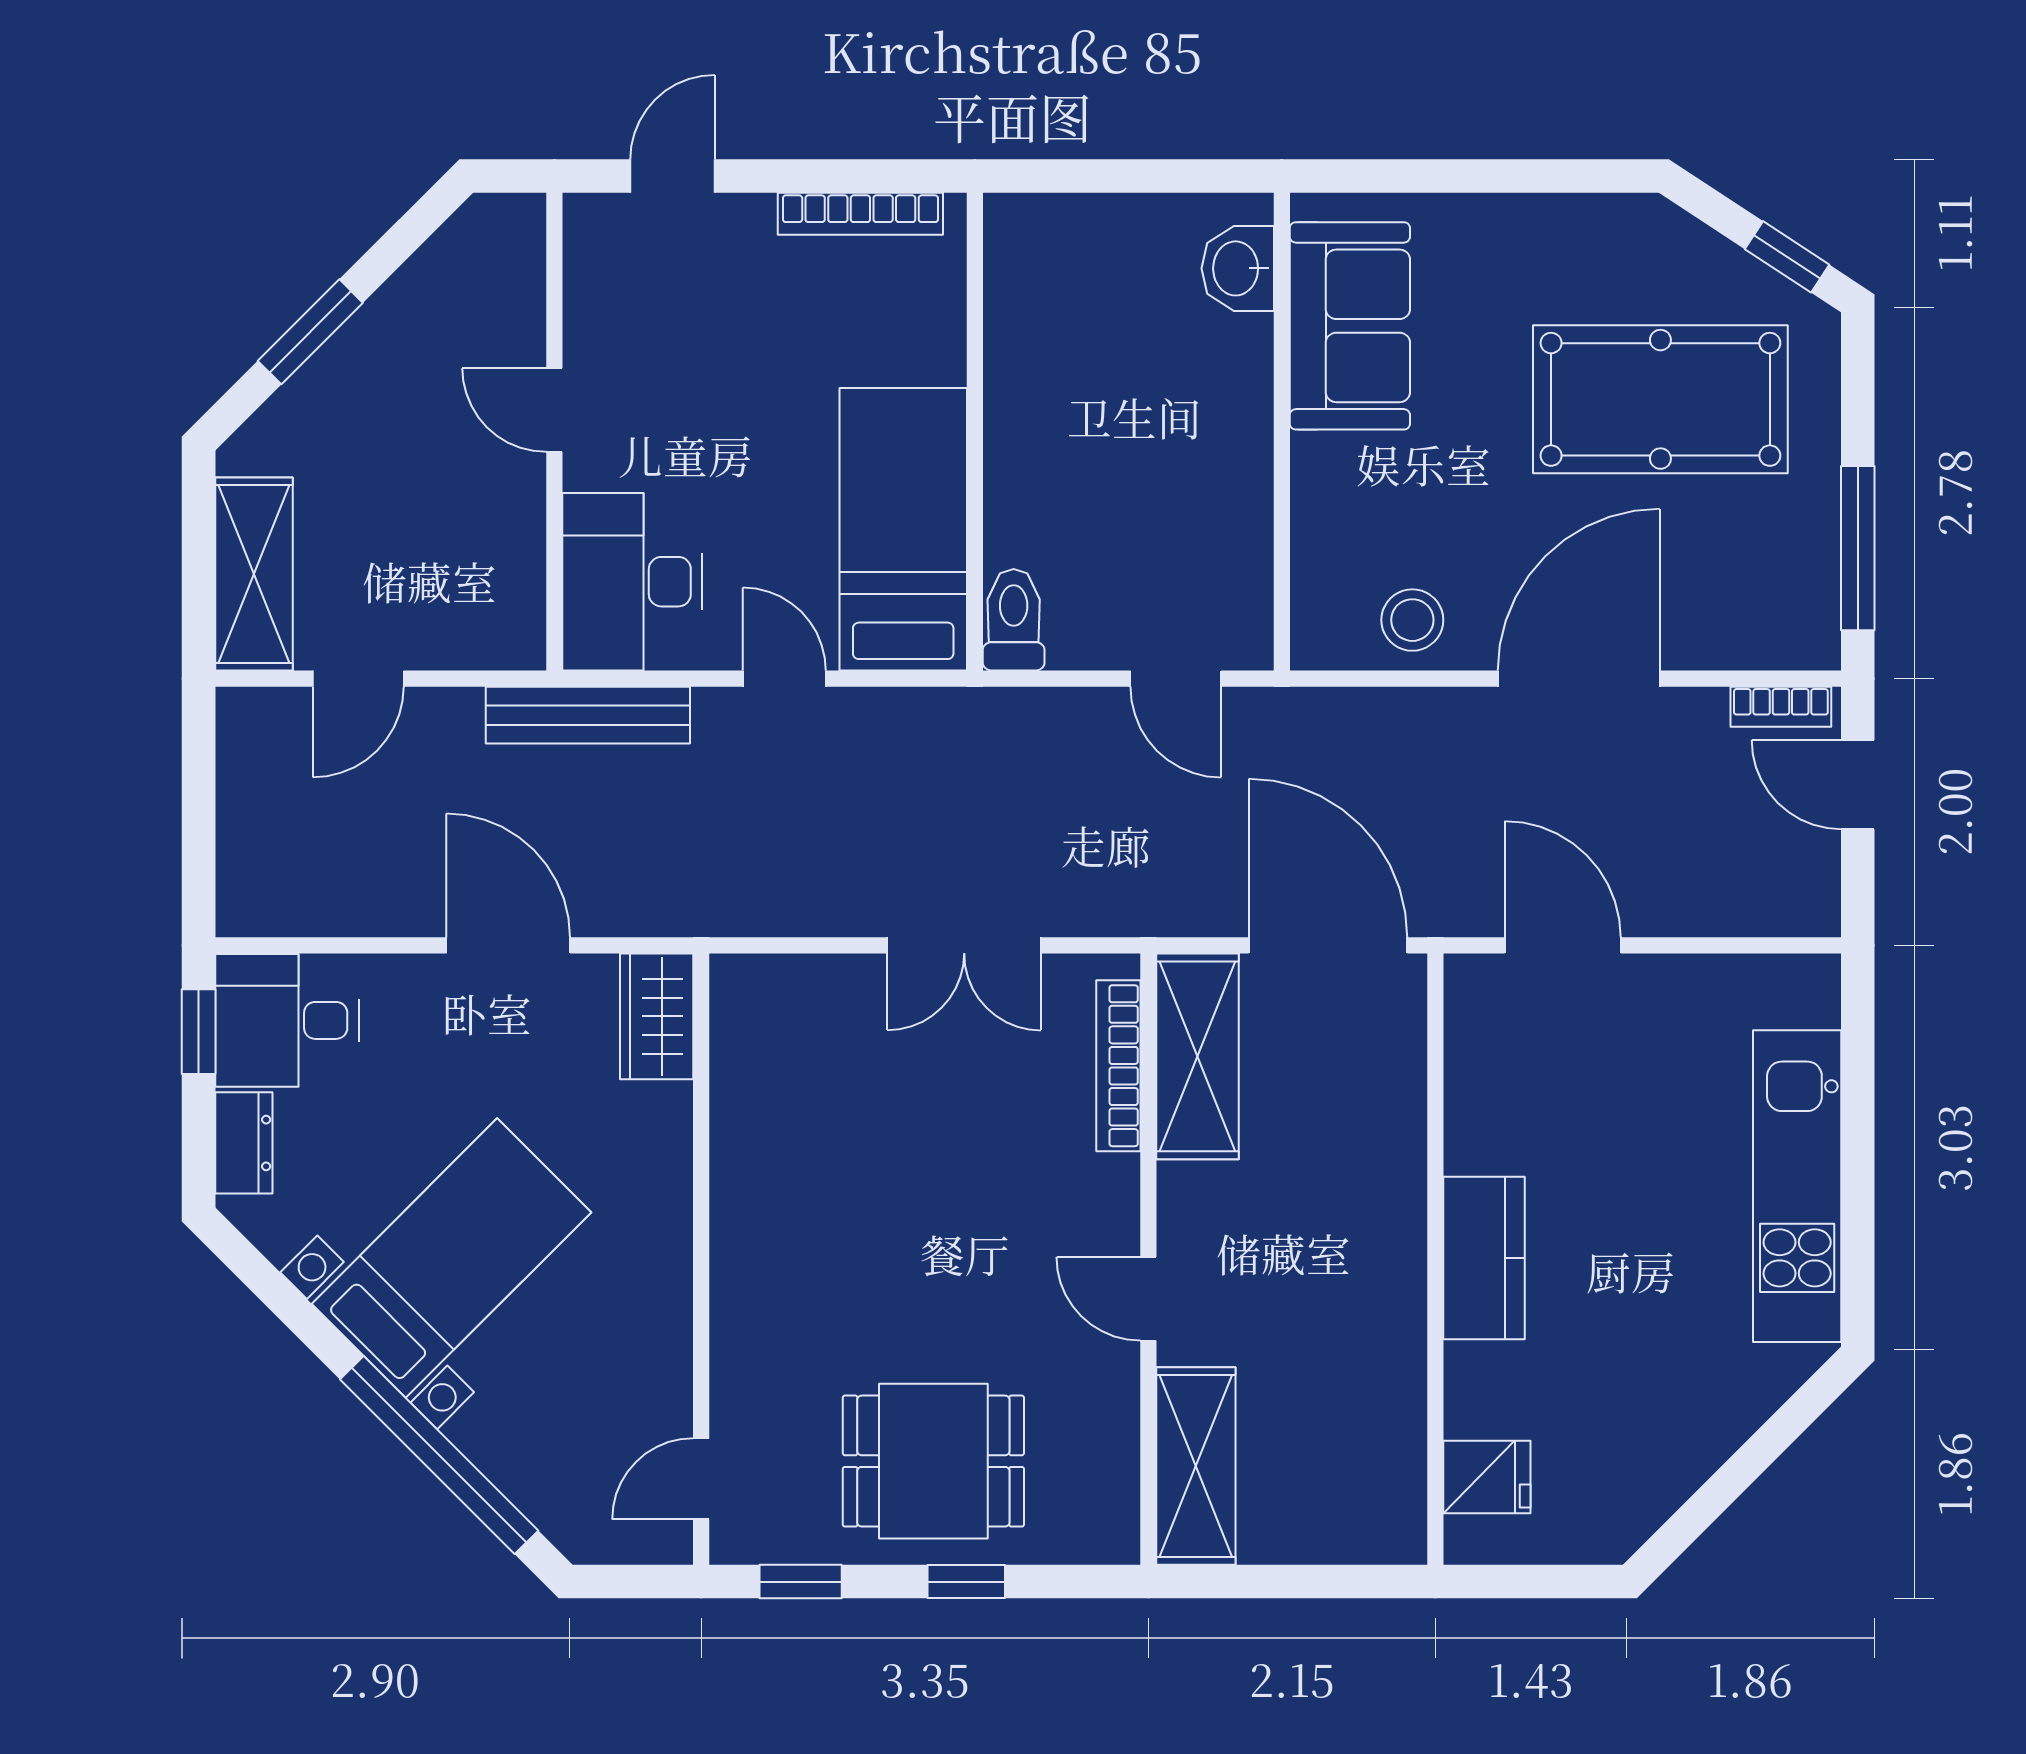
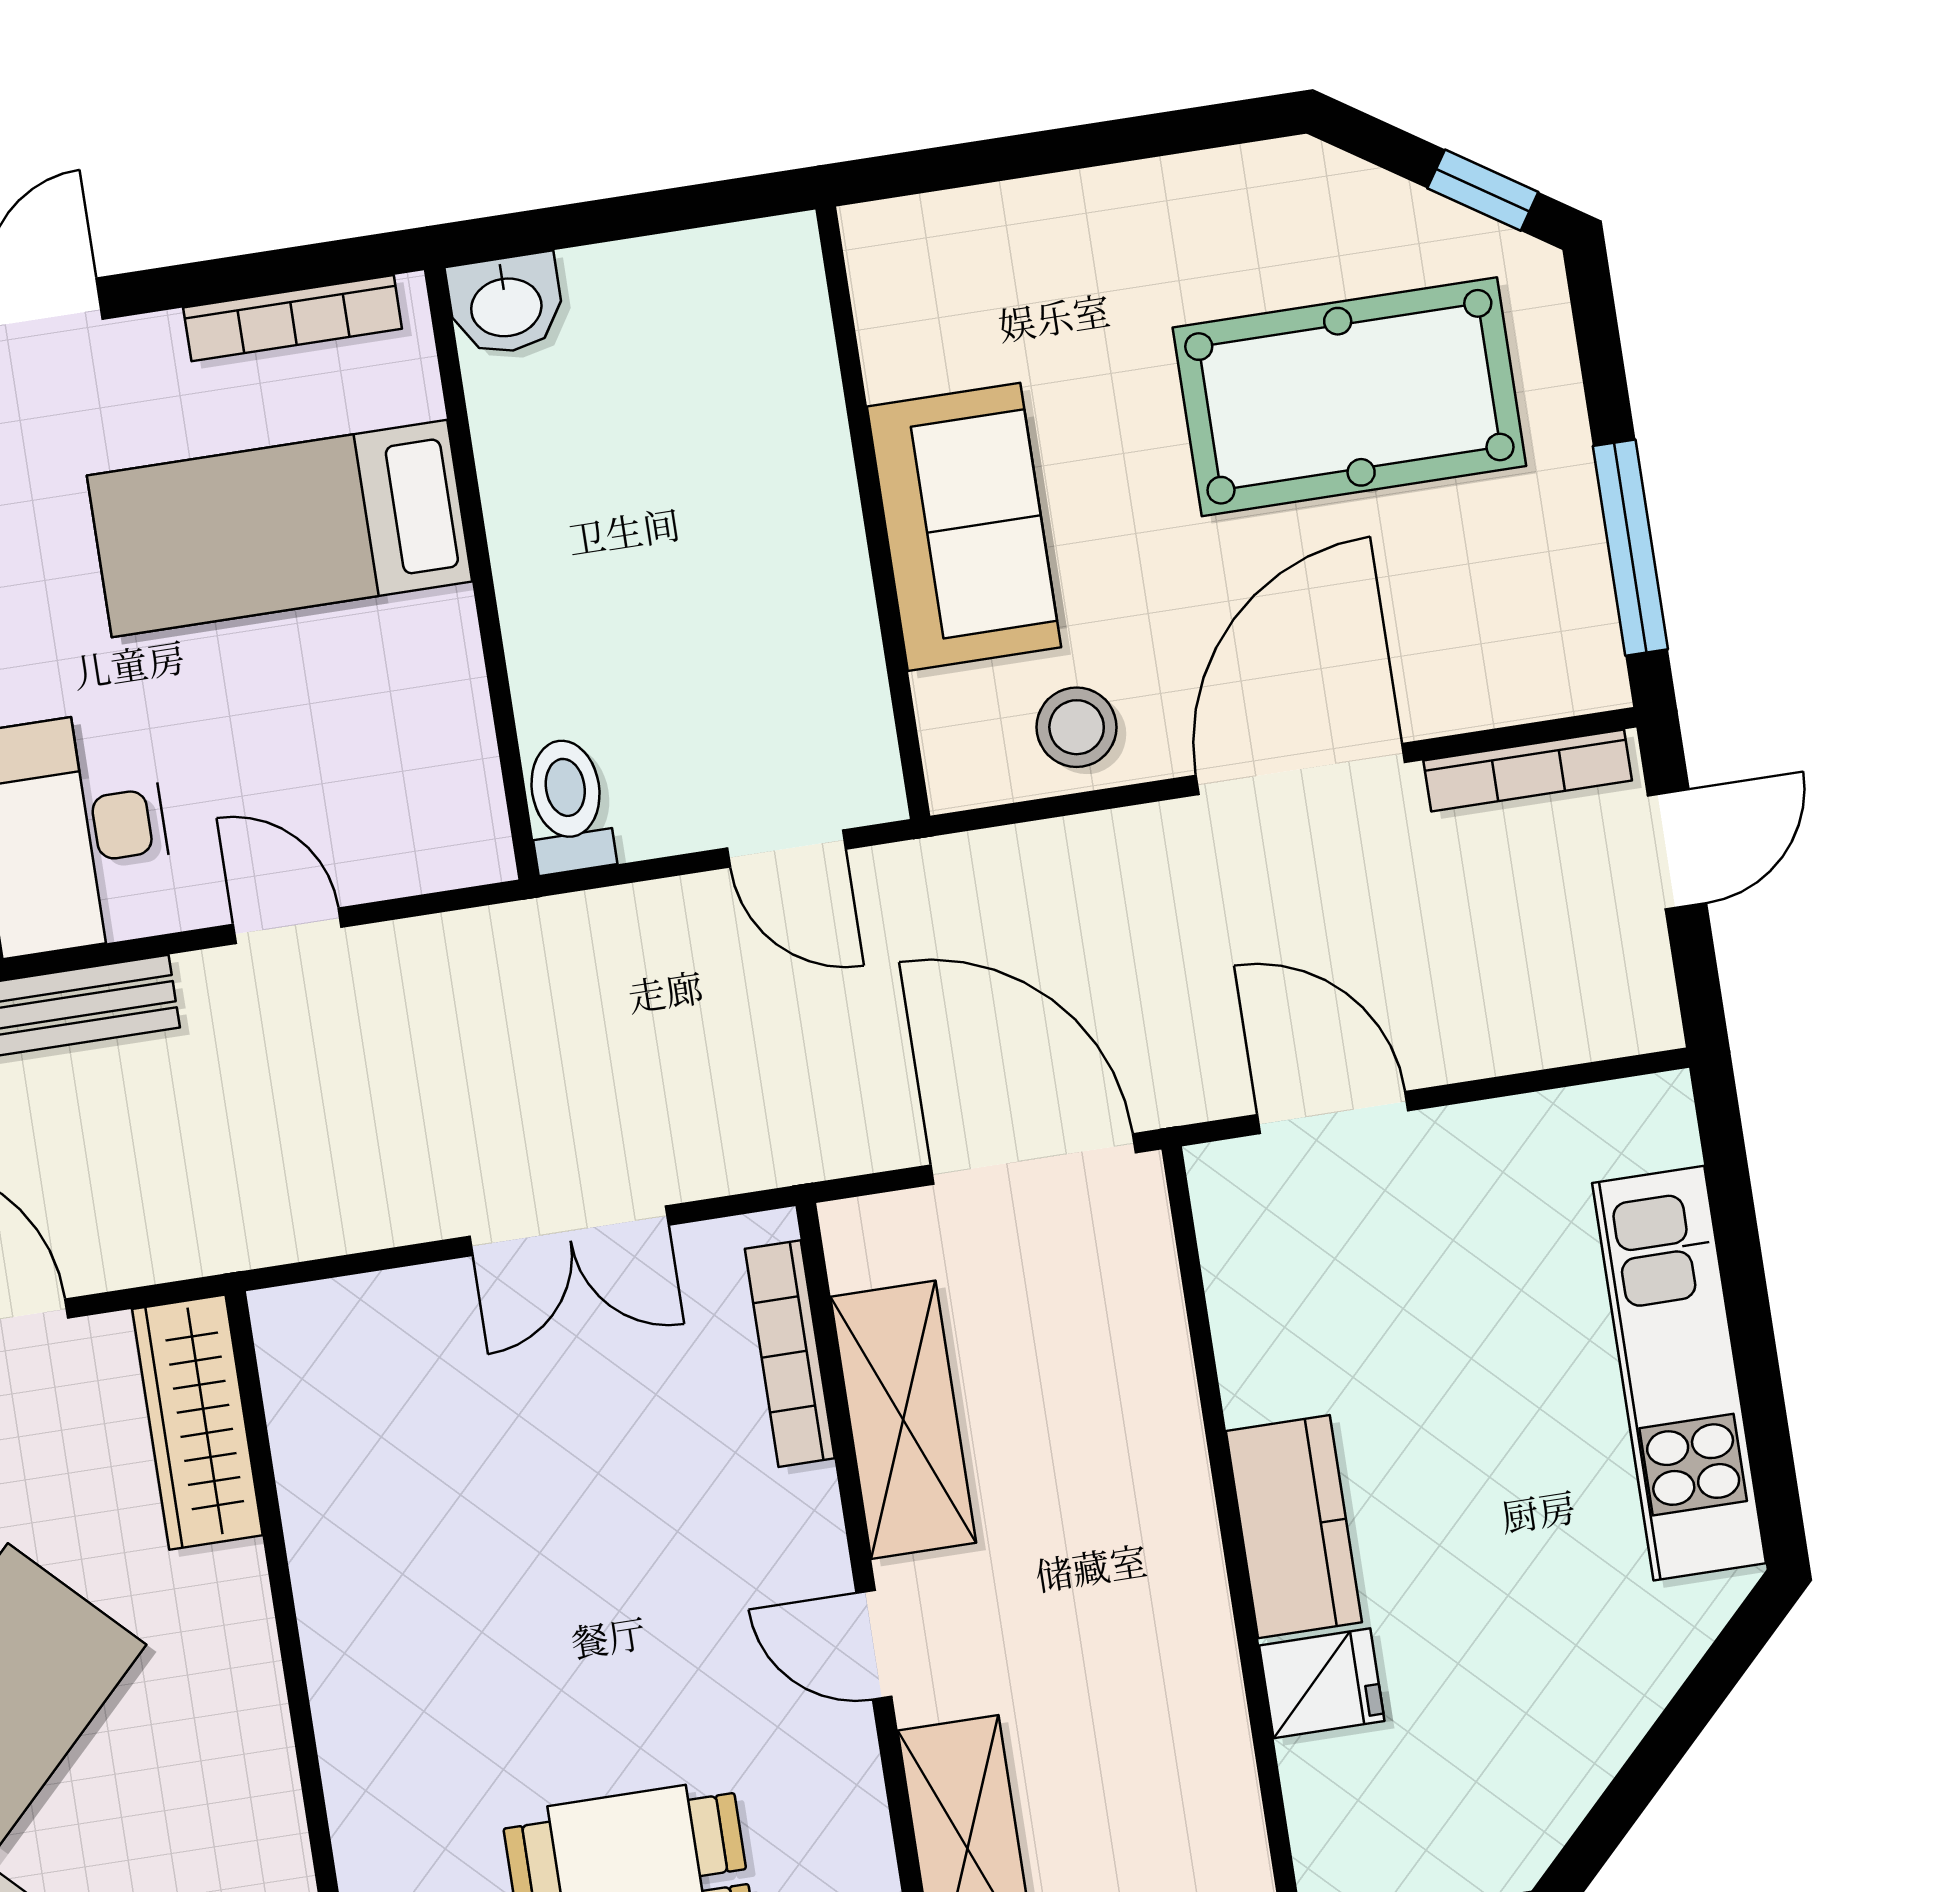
washbasin: (1238, 268) -> (506, 305), moved, turned -90
sofa: (1350, 326) -> (964, 527), moved
bed: (903, 529) -> (280, 528), moved, turned -90
bookcase: (1781, 707) -> (1528, 770), width x1.56
door: (1858, 785) -> (1677, 849), swing flipped
wardrobe: (657, 1016) -> (197, 1422), width x1.50
shelving: (1198, 1056) -> (903, 1420), moved
fridge: (1487, 1477) -> (1322, 1683), moved

